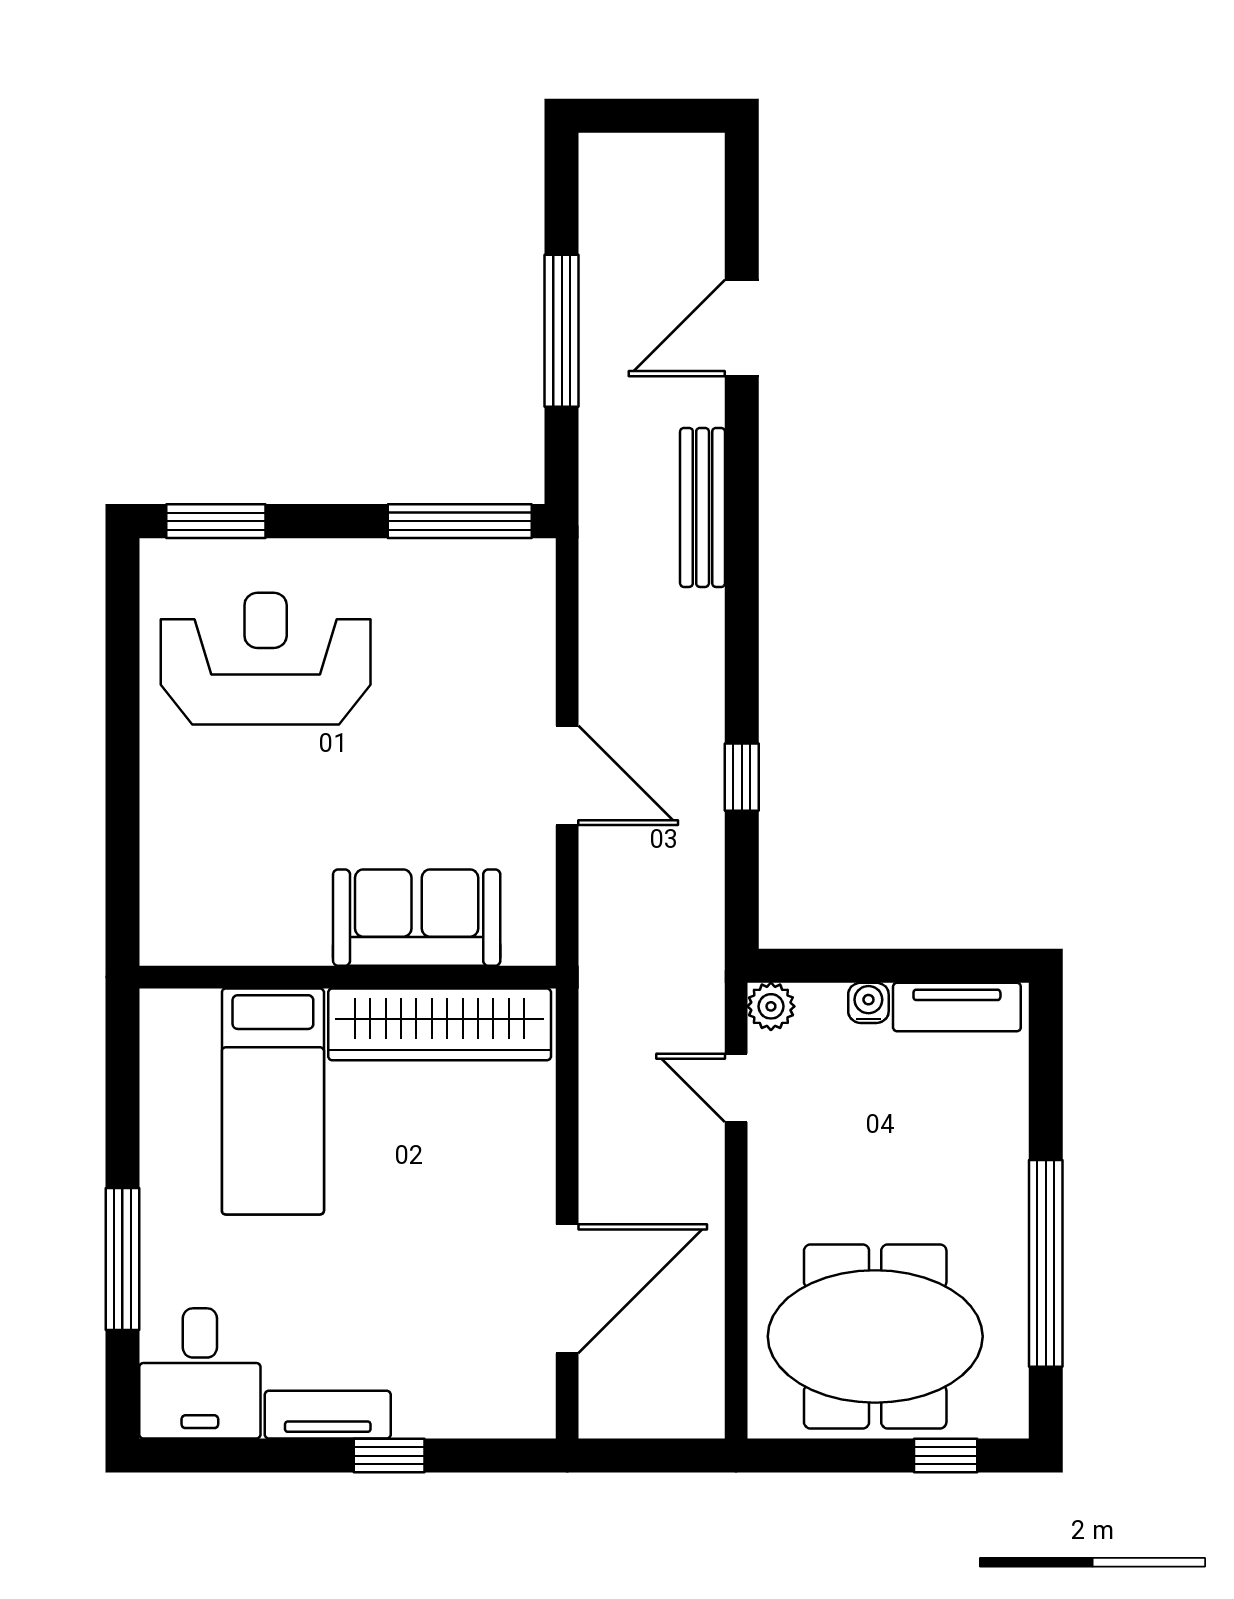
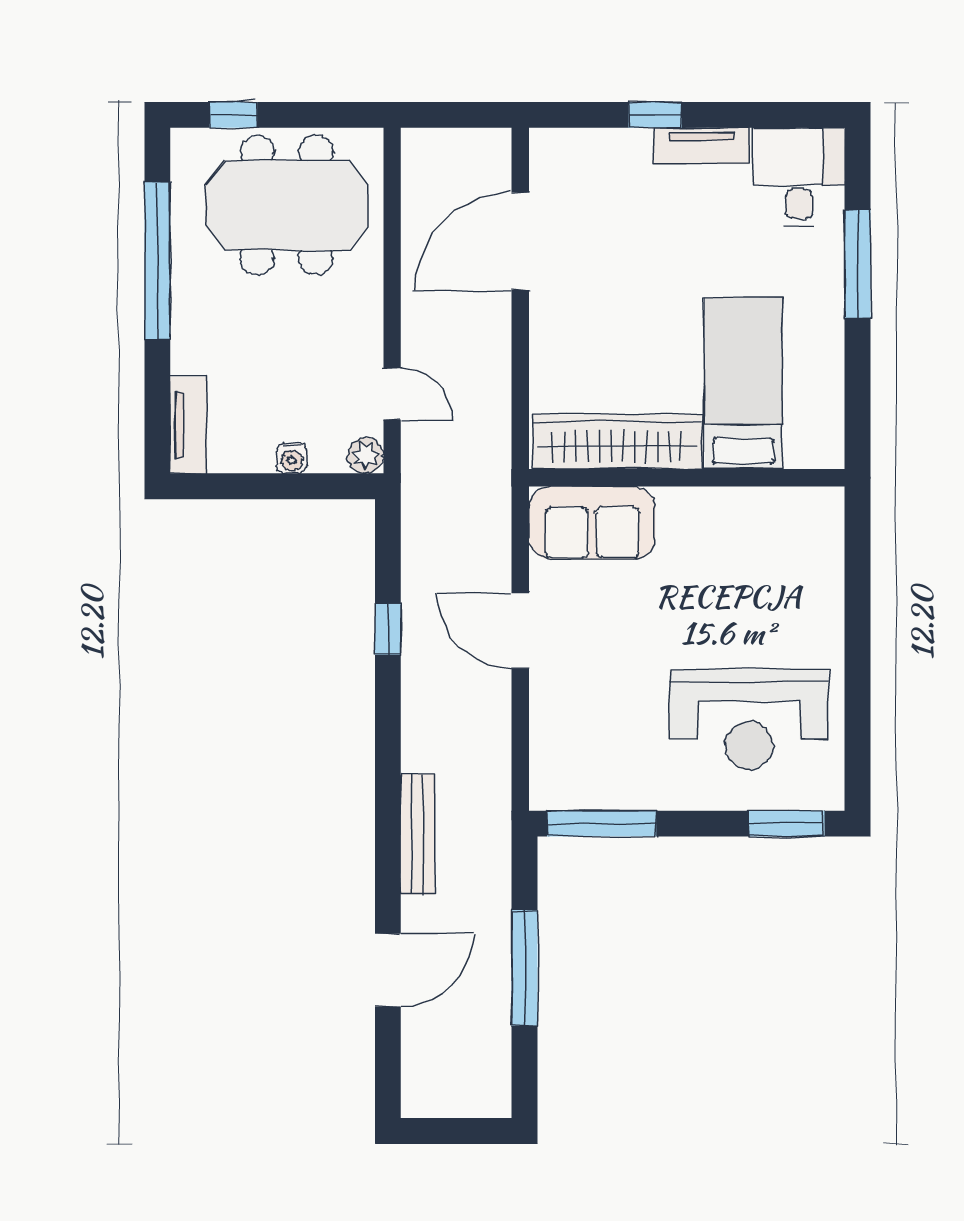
sofa: (417, 918) -> (592, 523), moved
tv unit: (957, 1007) -> (189, 425), moved, turned 90

